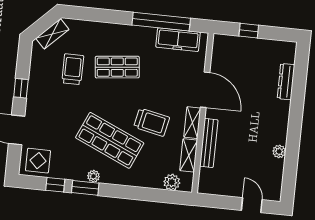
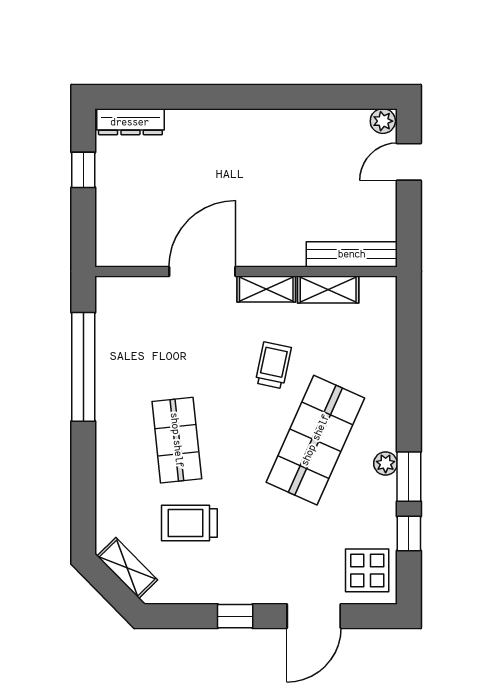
window: (249, 31) -> (83, 170), moved
freezer: (178, 40) -> (114, 332), removed
dresser: (286, 82) -> (130, 122), moved
trolley: (152, 122) -> (273, 365), width x0.73, depth x0.72
bench: (209, 143) -> (352, 254), moved
plant: (279, 151) -> (383, 121), moved
plant: (172, 182) -> (382, 316), removed

